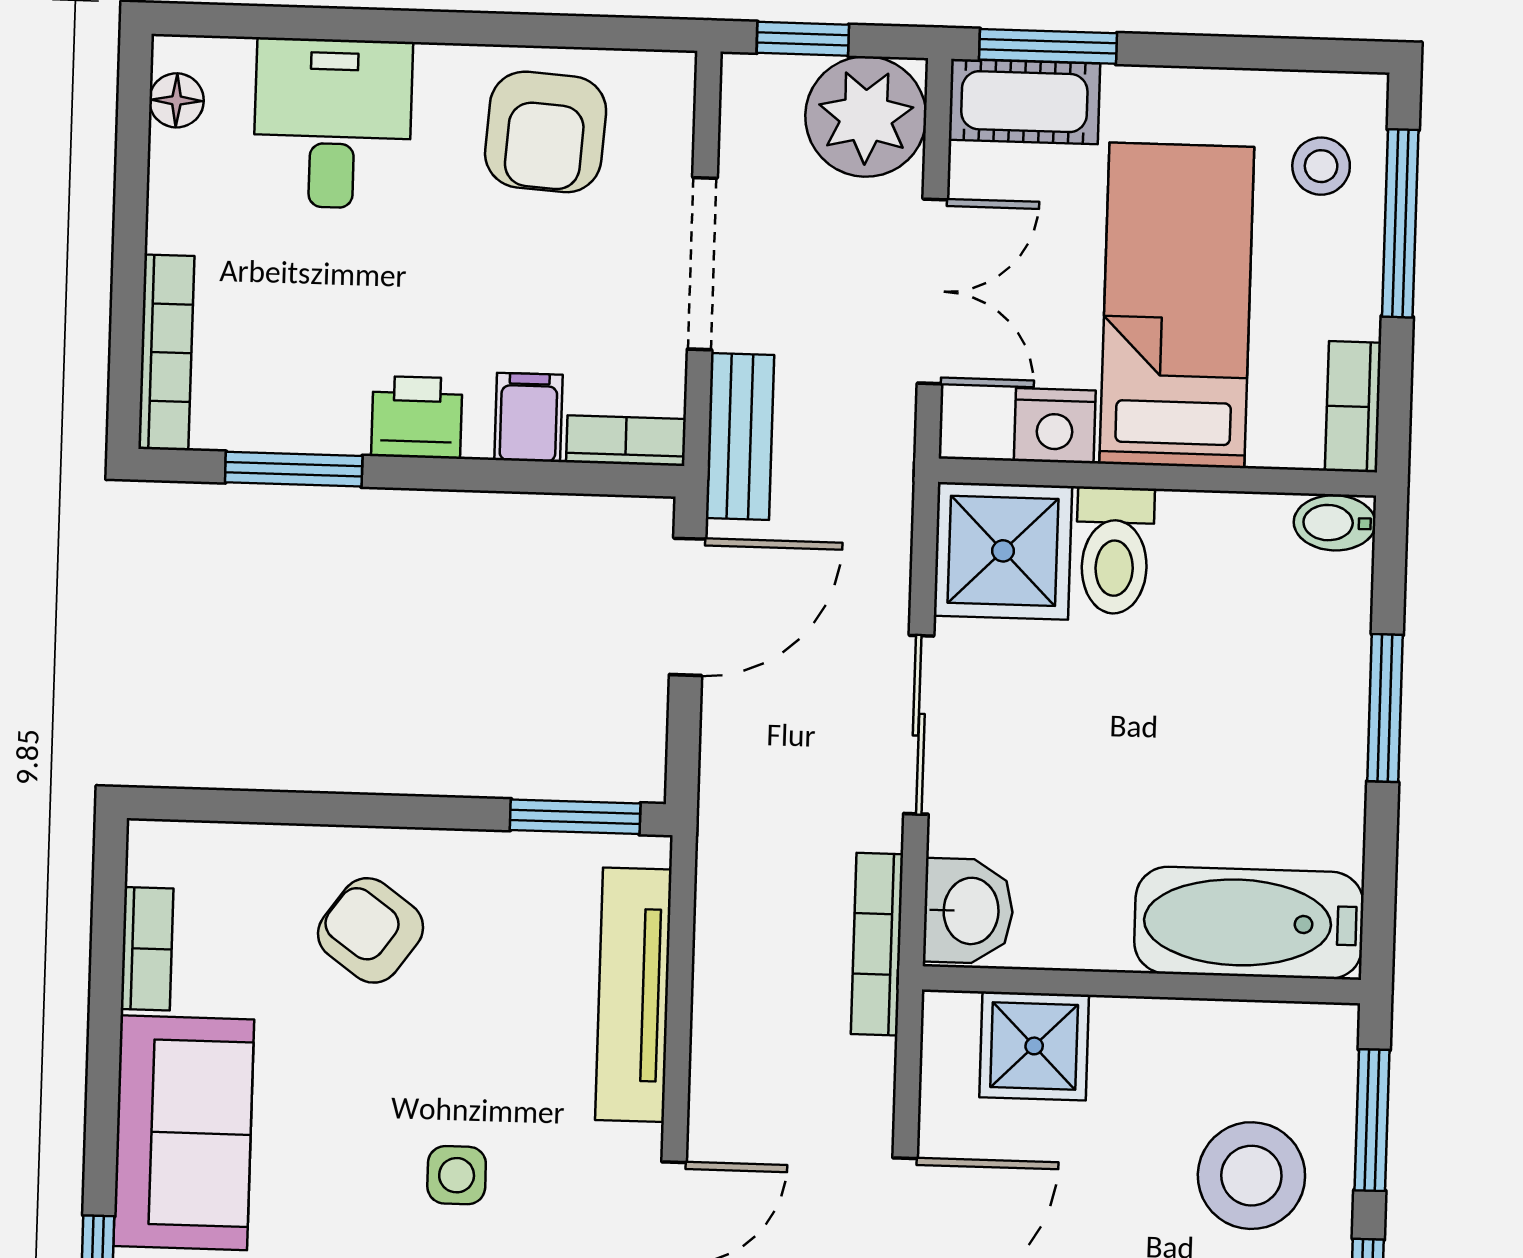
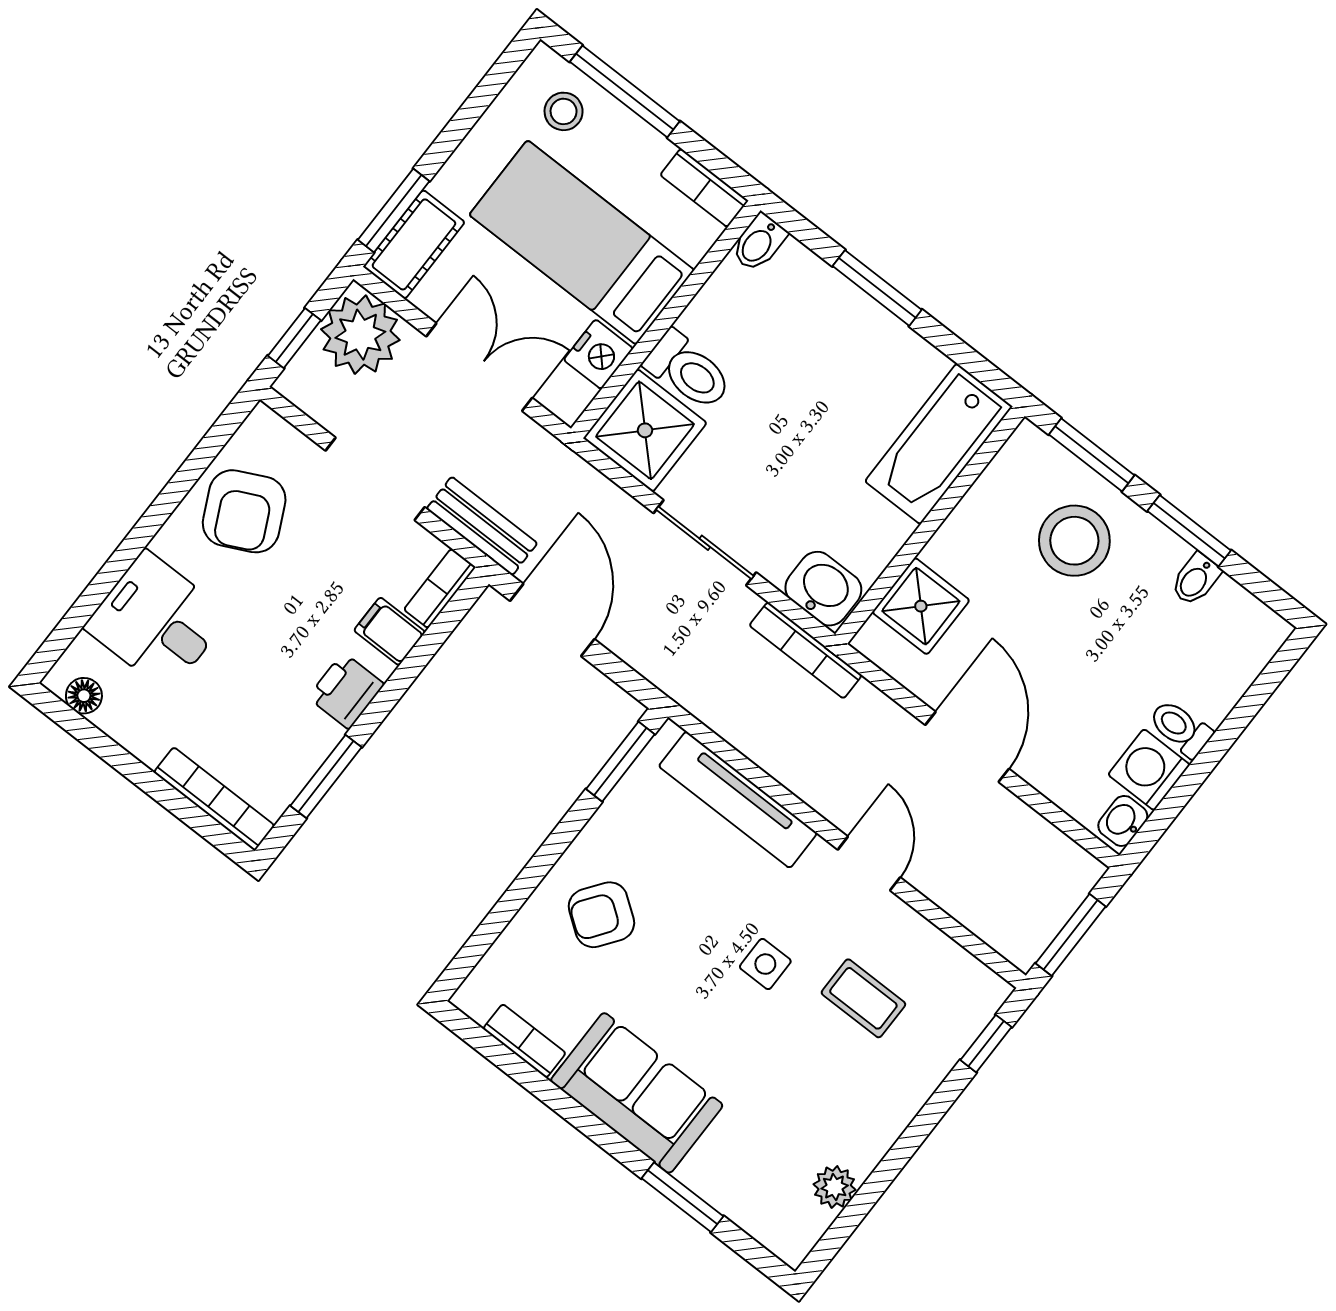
armchair: (546, 132) -> (244, 511), turned 60

